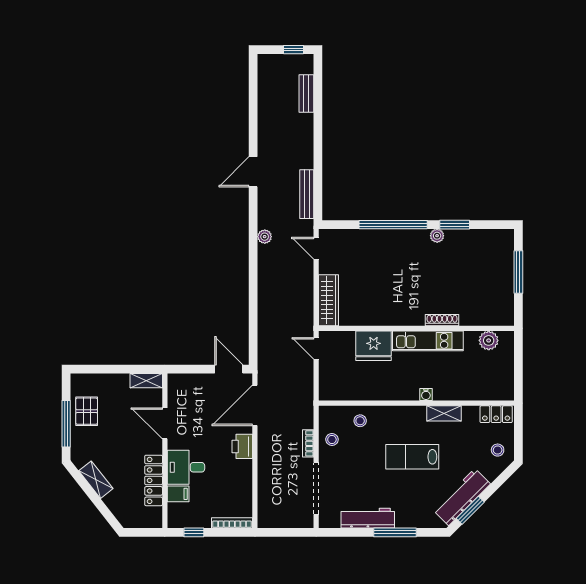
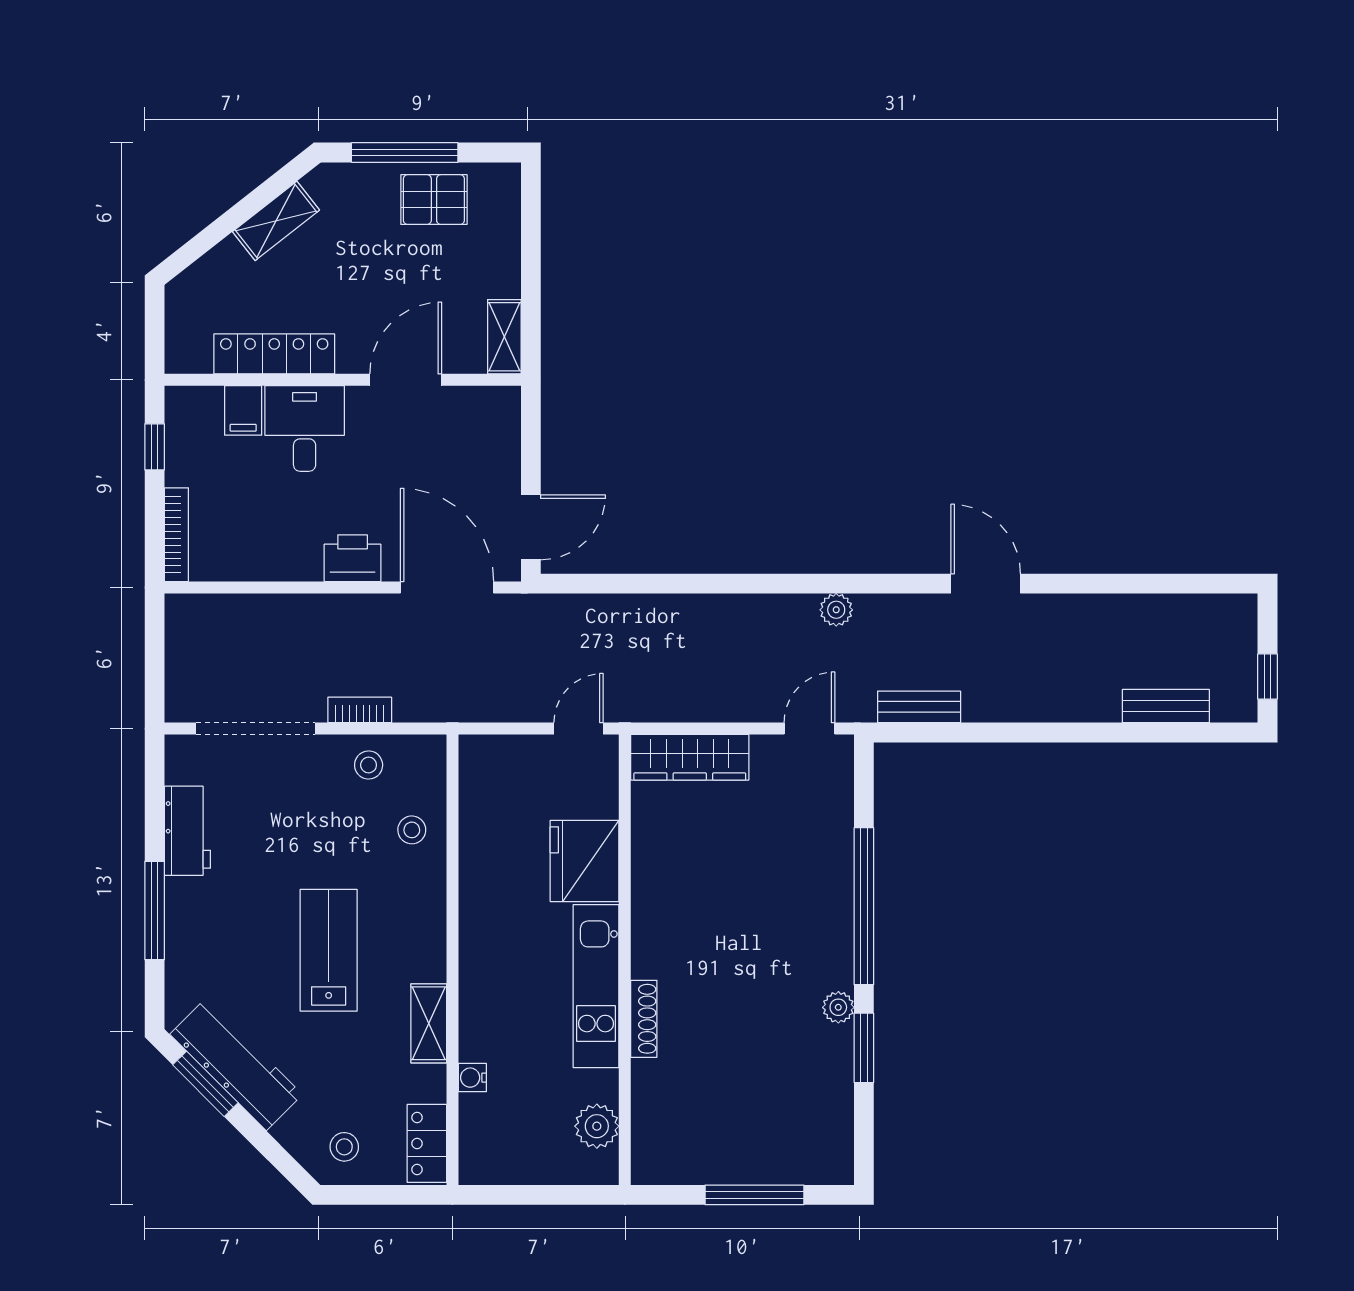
bench: (307, 194) -> (919, 707), width x0.73
water cooler: (426, 394) -> (472, 1078), moved
workbench: (368, 518) -> (187, 831), width x0.73

